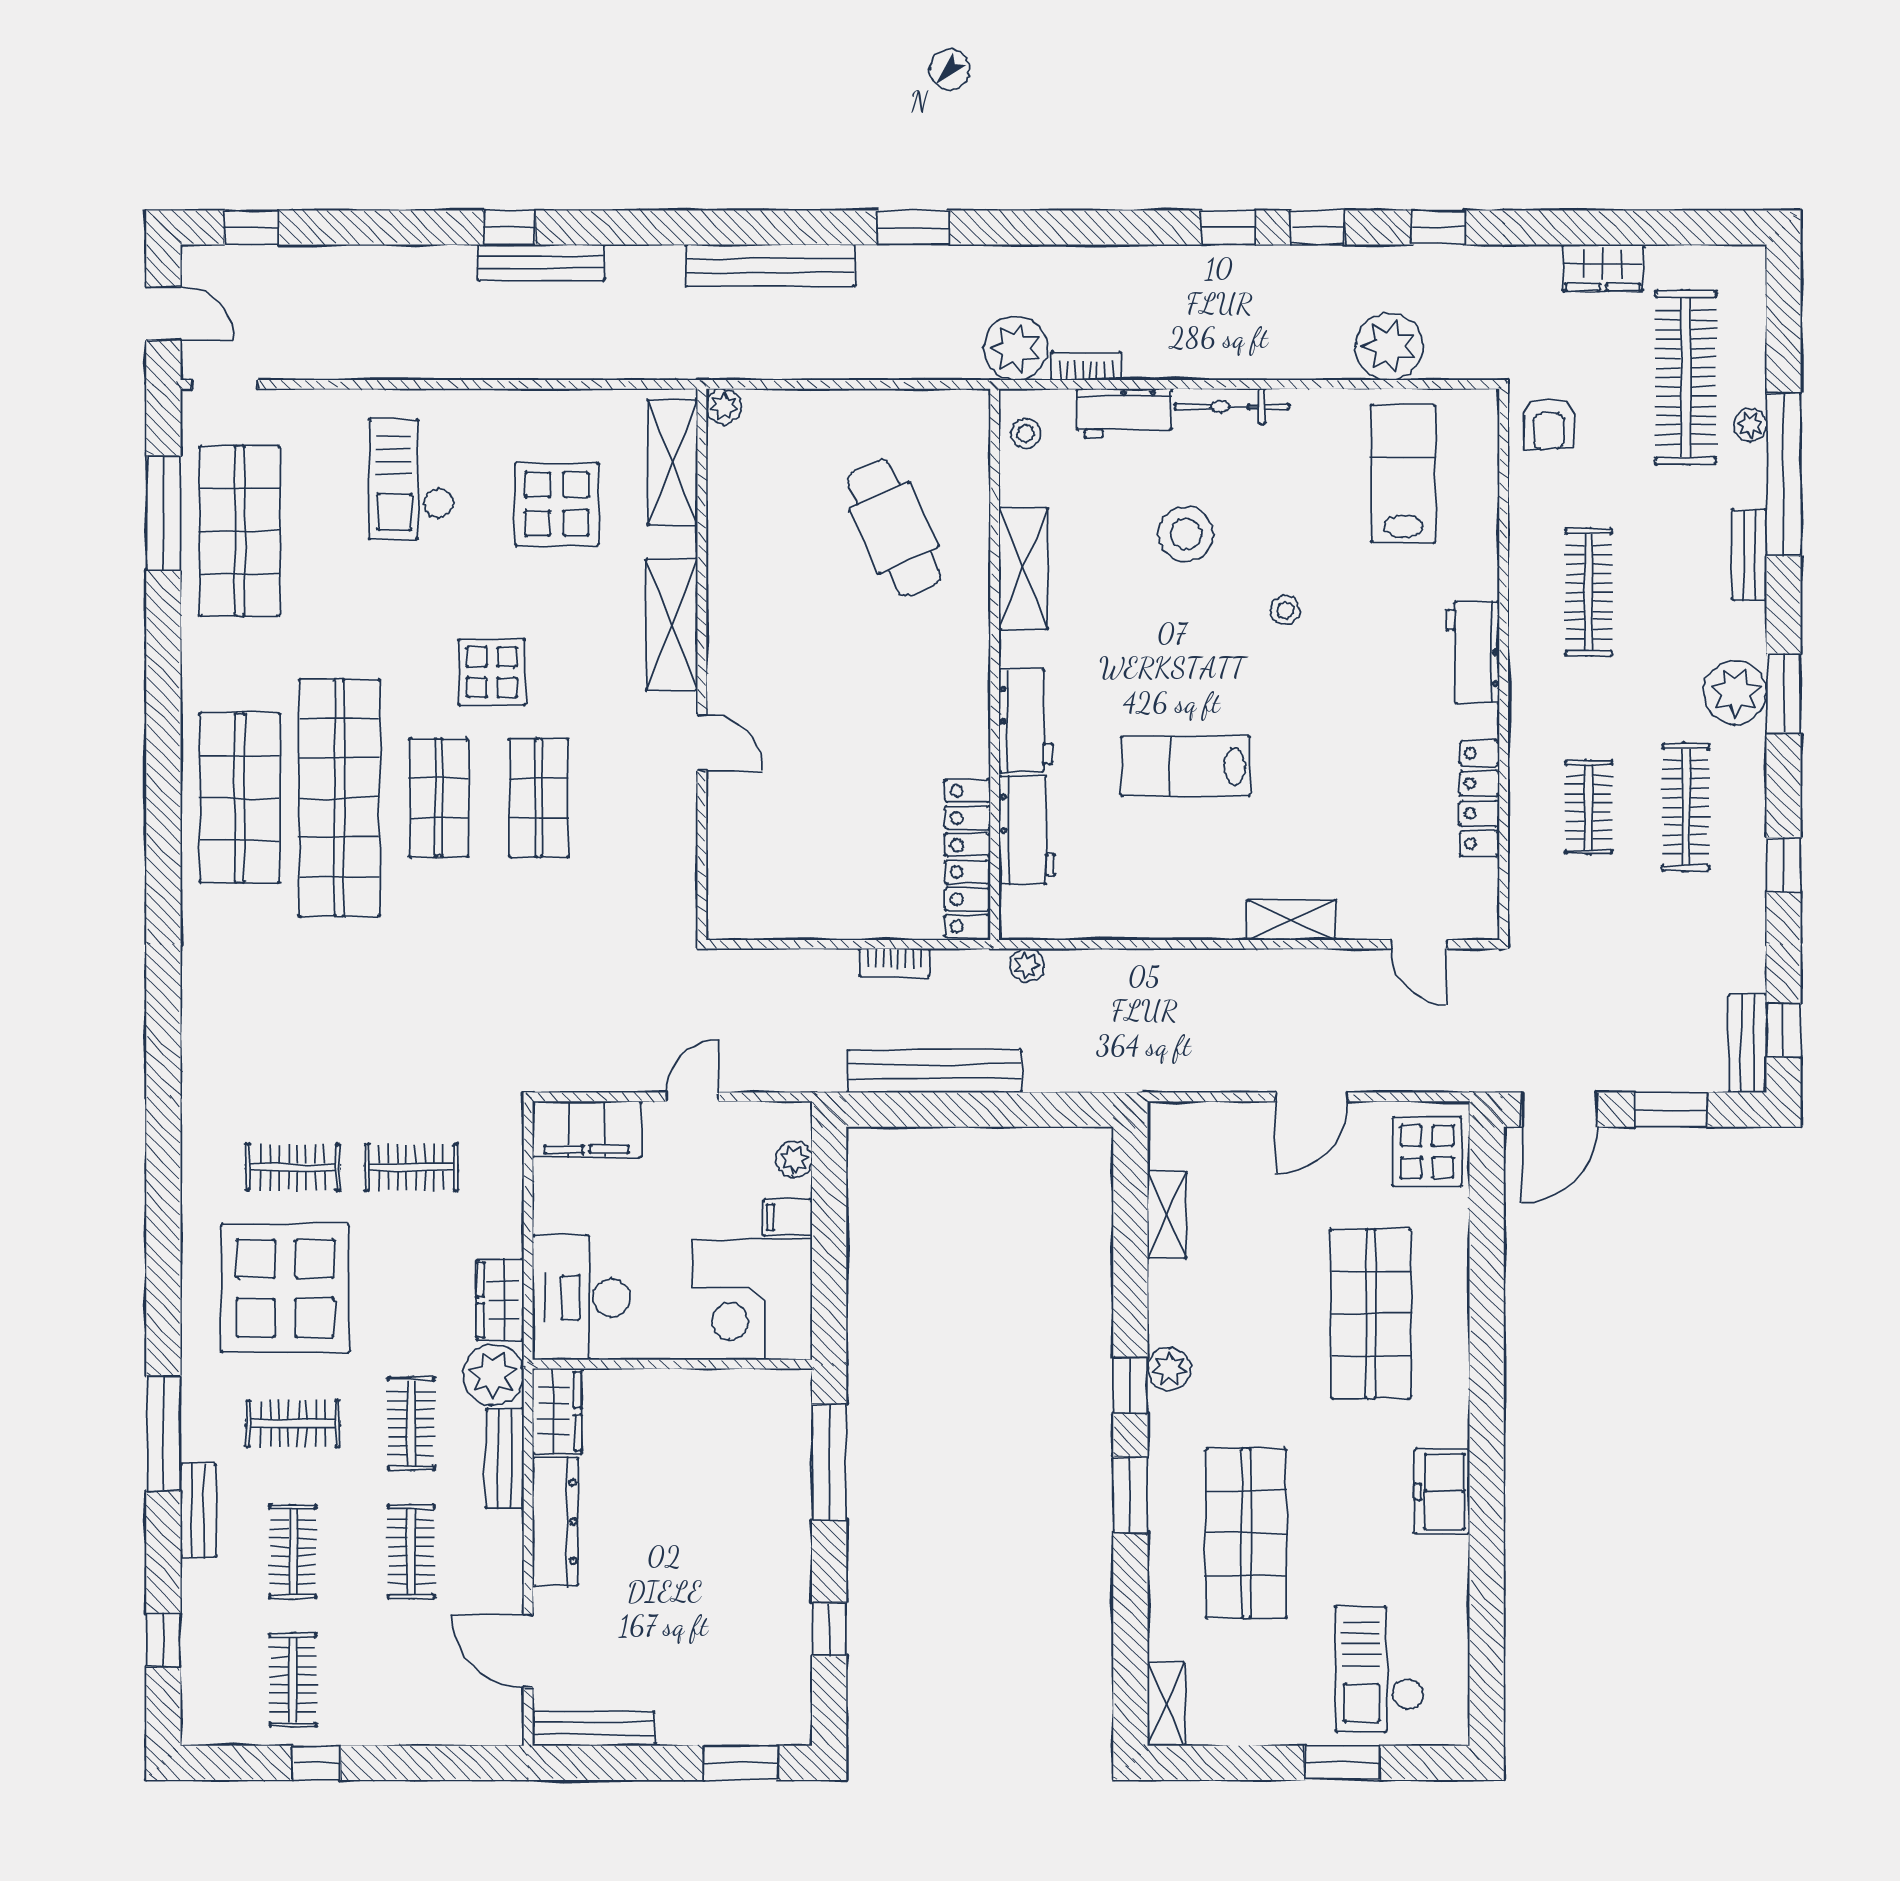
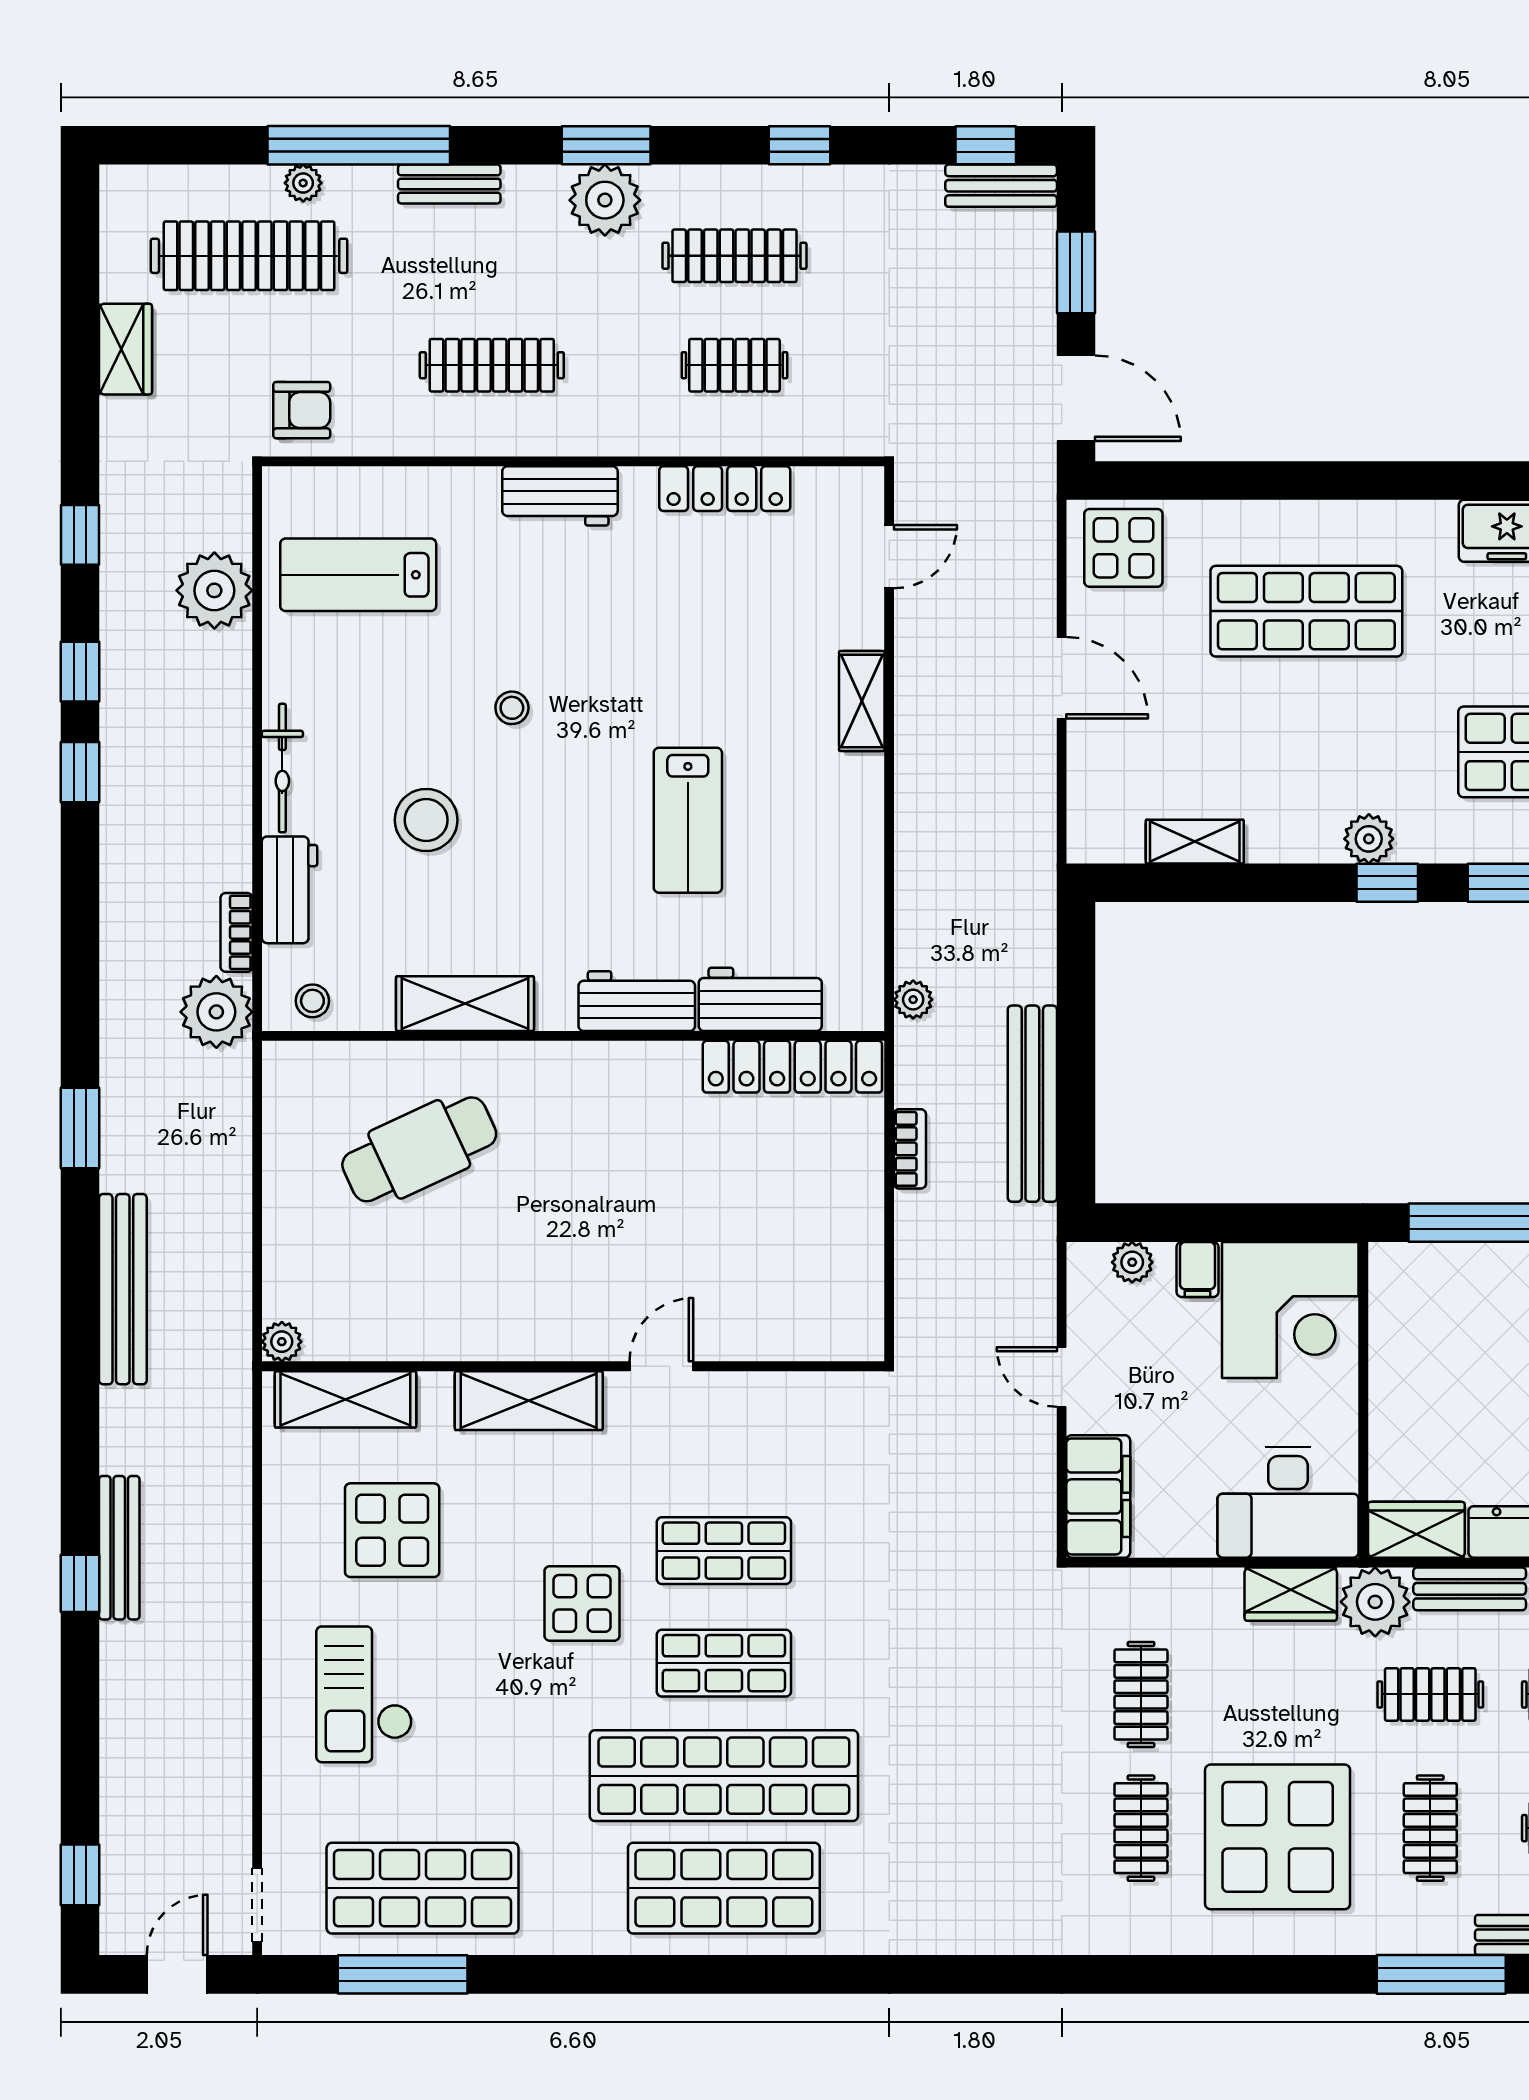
checkout: (411, 479) -> (364, 1694), turned 90

